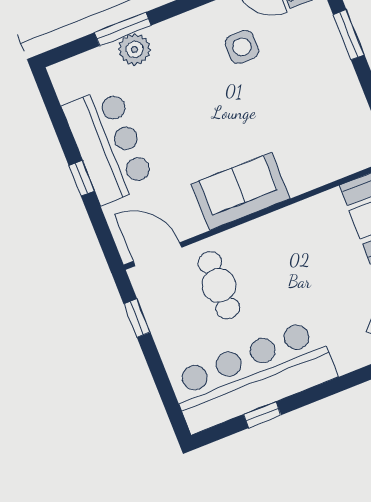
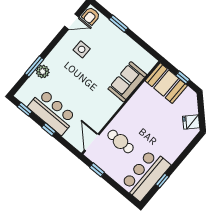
window: (54, 108) -> (25, 109), added
sofa: (241, 191) -> (127, 82), moved
door: (157, 254) -> (92, 142), hinge flipped
bar counter: (253, 376) -> (145, 175), width x0.73

